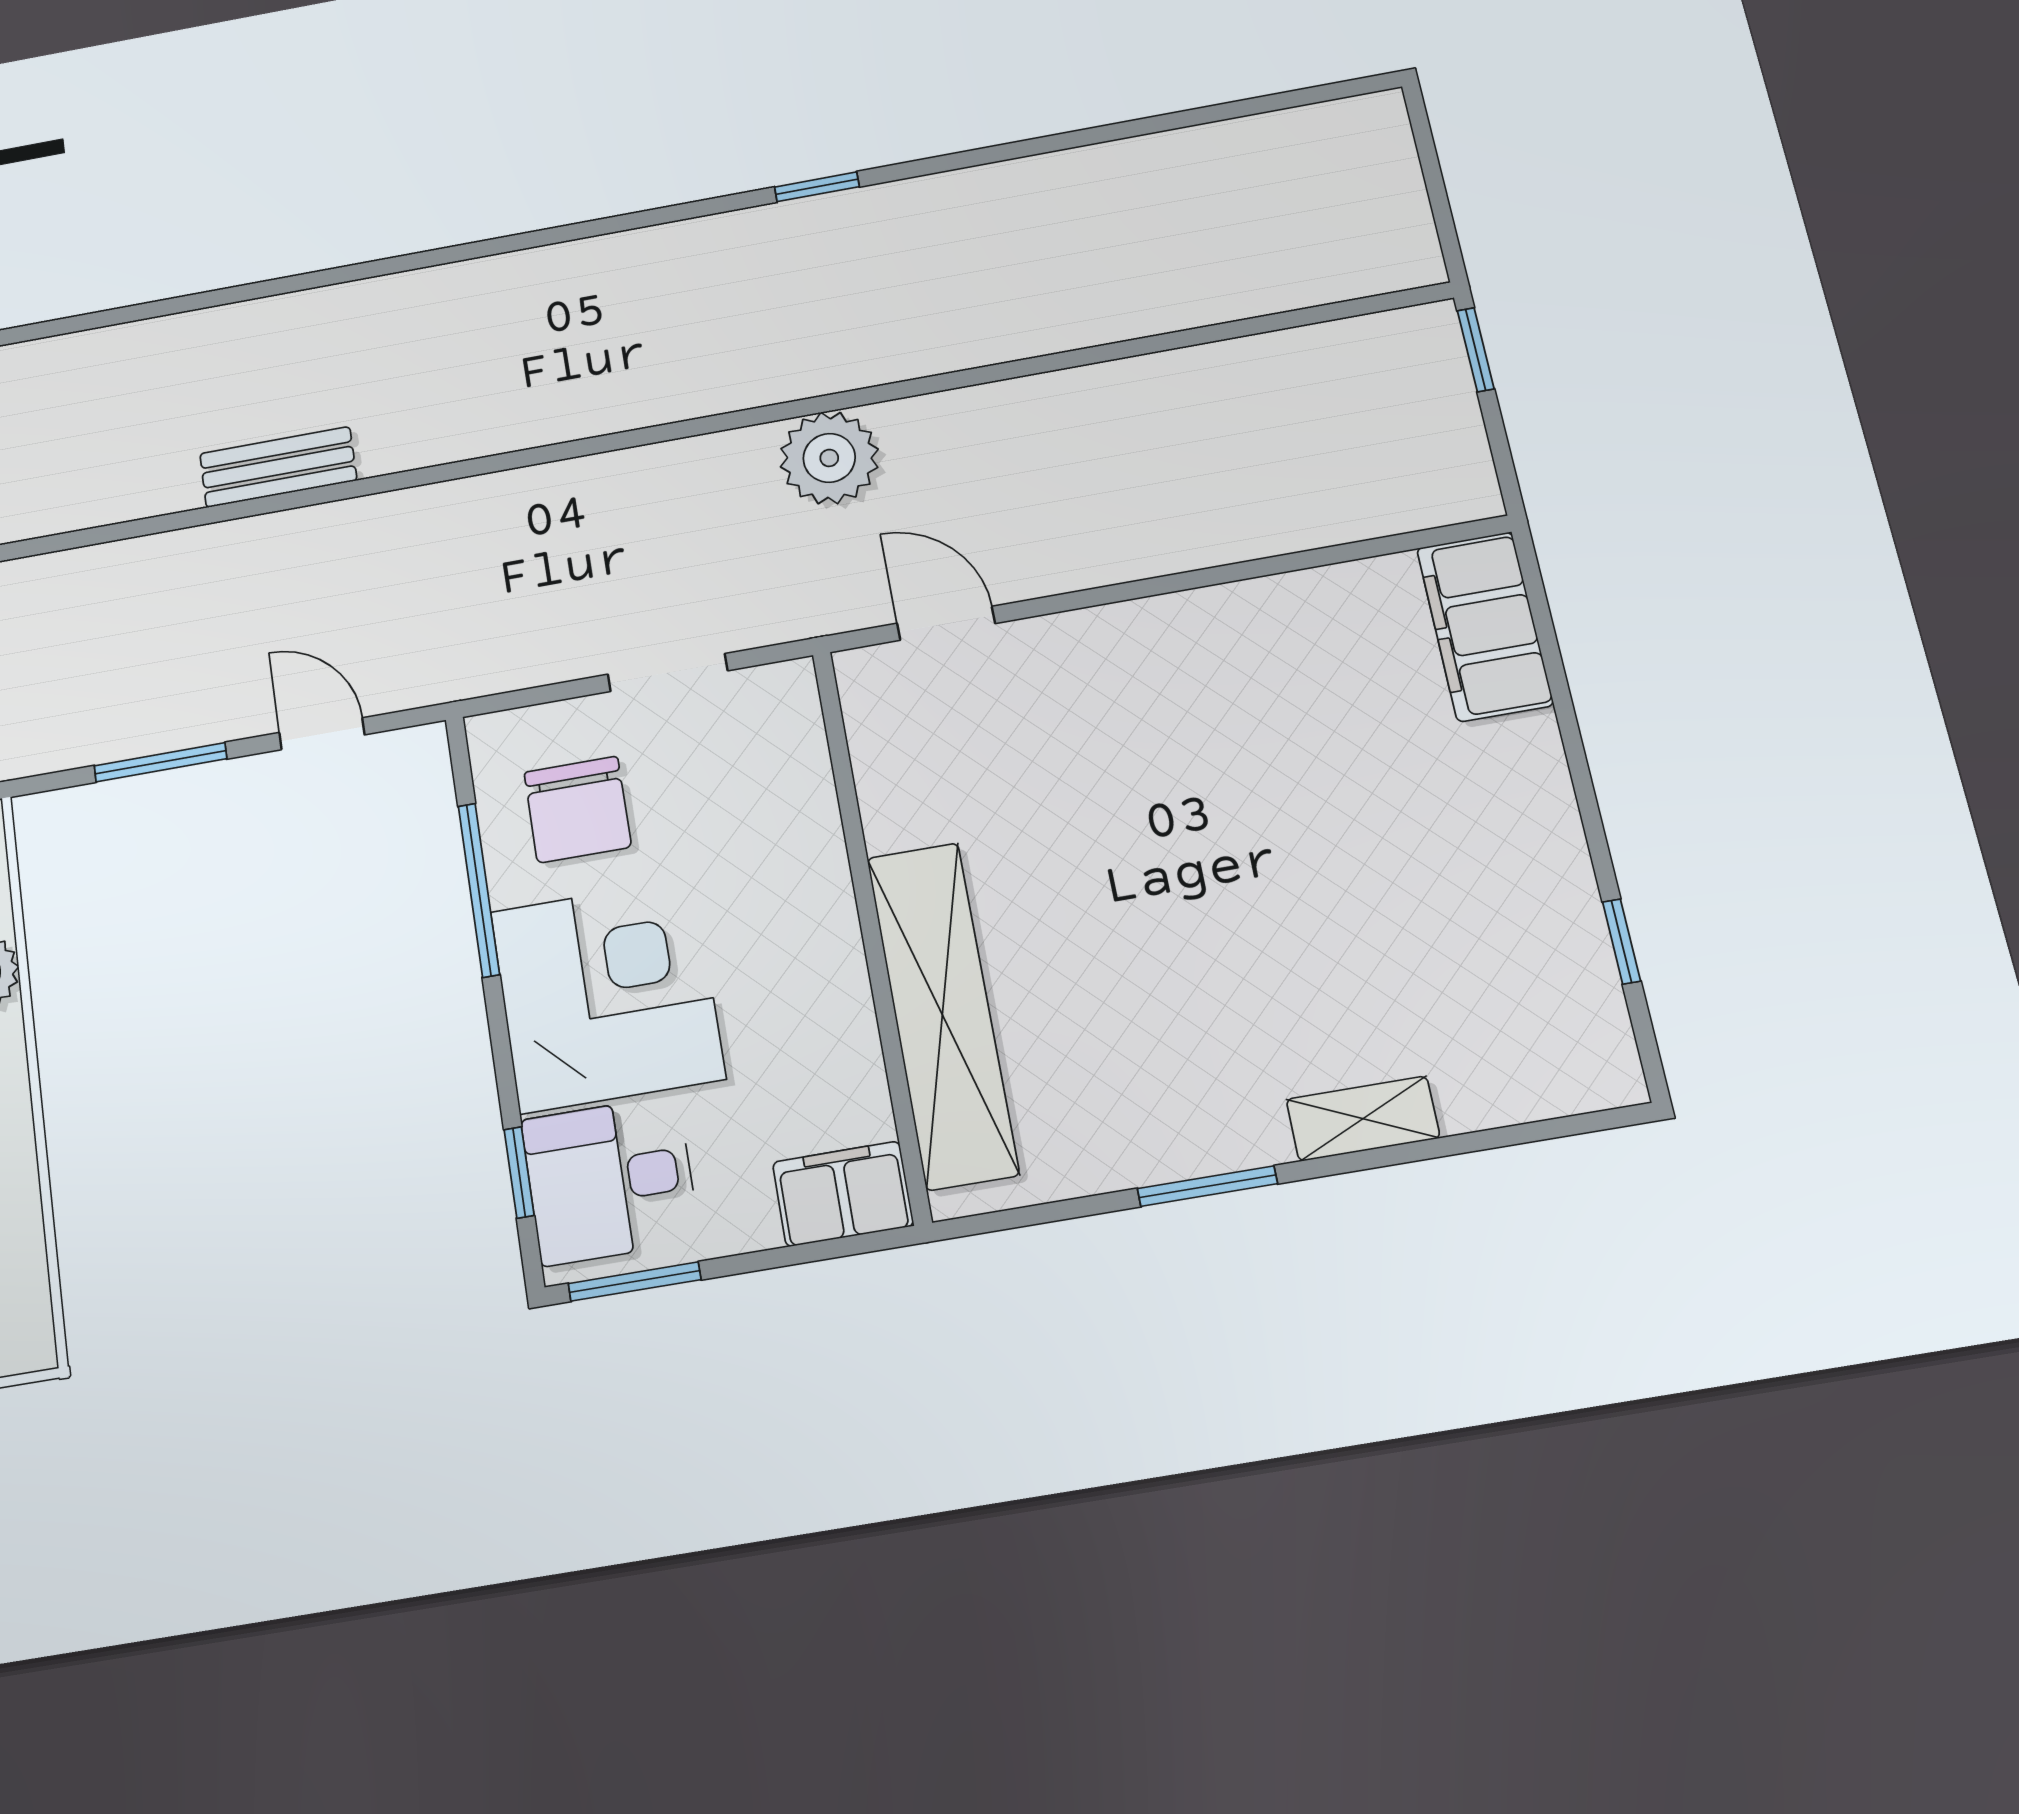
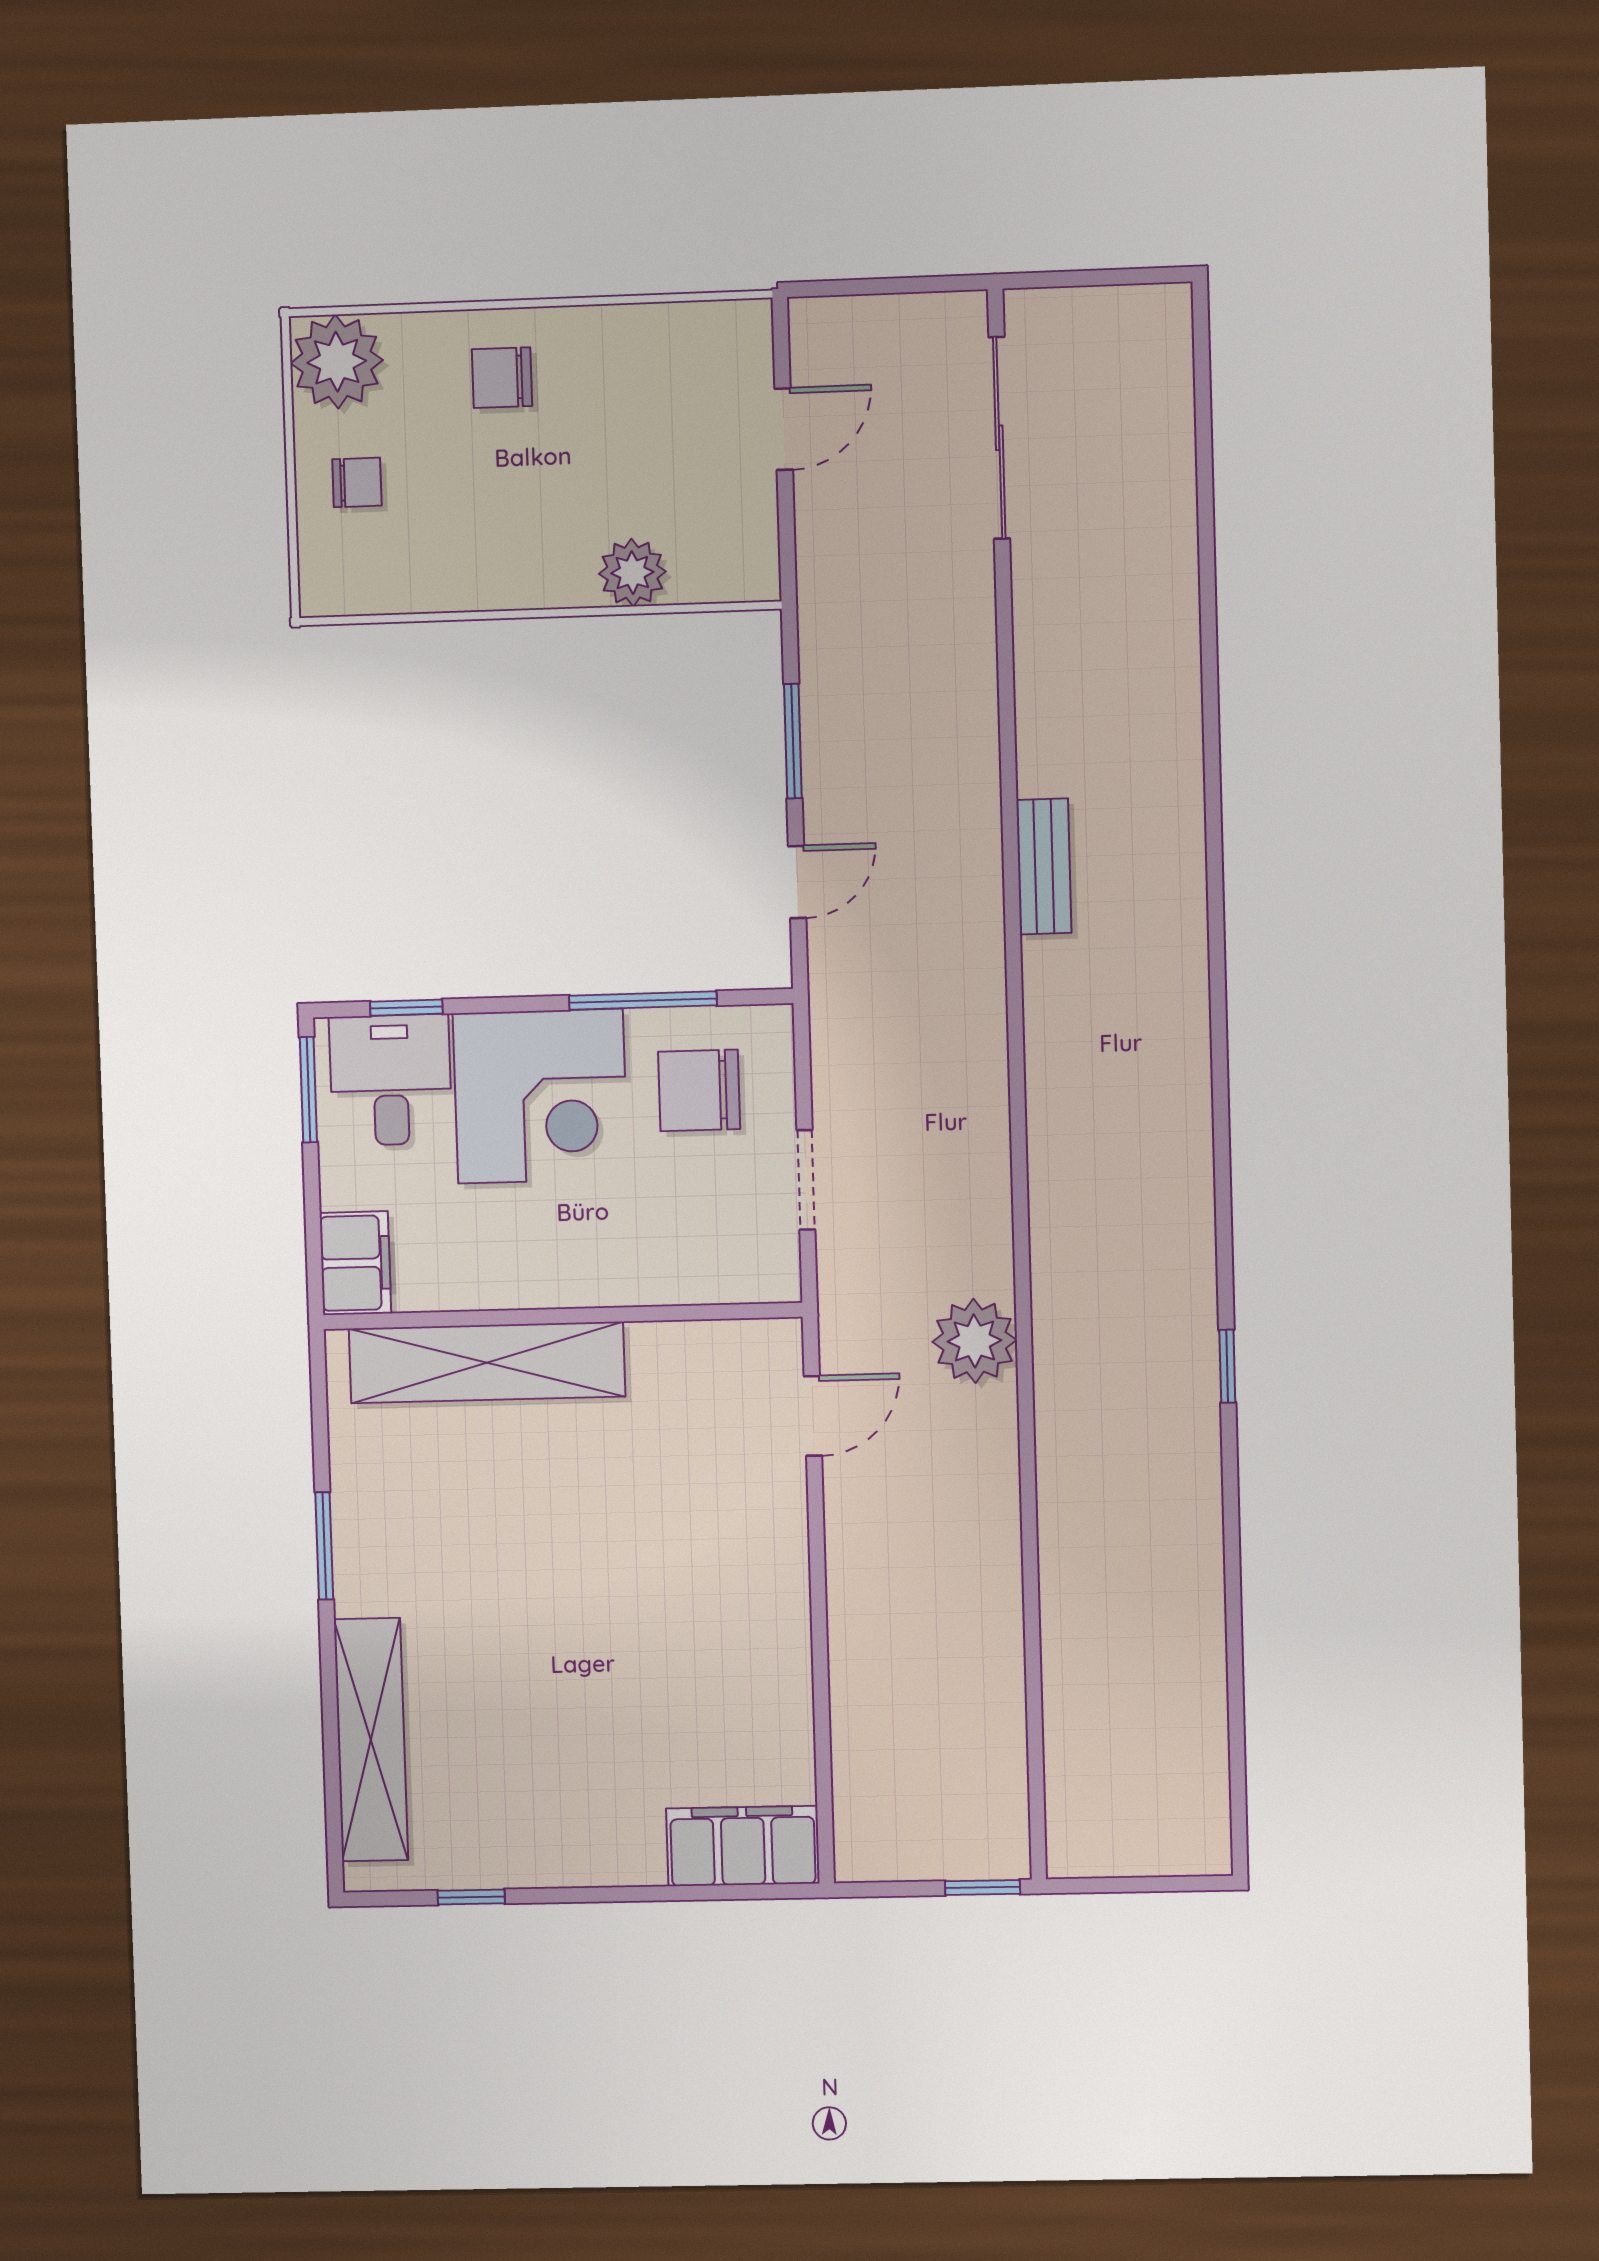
shelving: (1363, 1119) -> (371, 1740), width x2.20, depth x1.33

